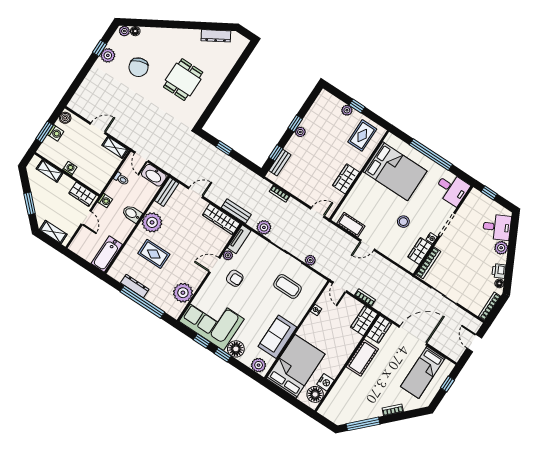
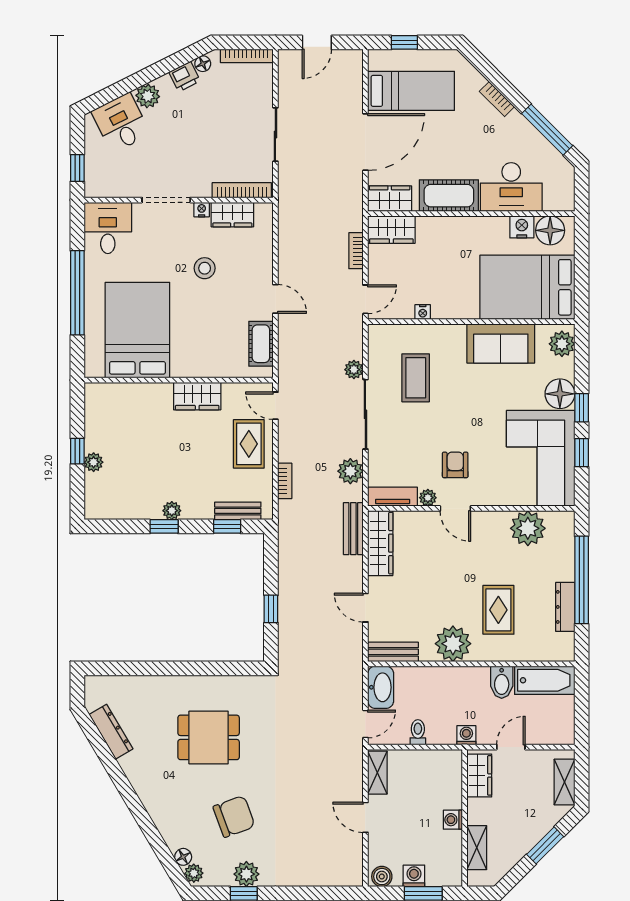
rug: (362, 135) -> (249, 444), moved, turned 90
bidet: (132, 214) -> (502, 682), moved
door: (413, 335) -> (365, 142), swing flipped
desk: (347, 390) -> (511, 187), added

